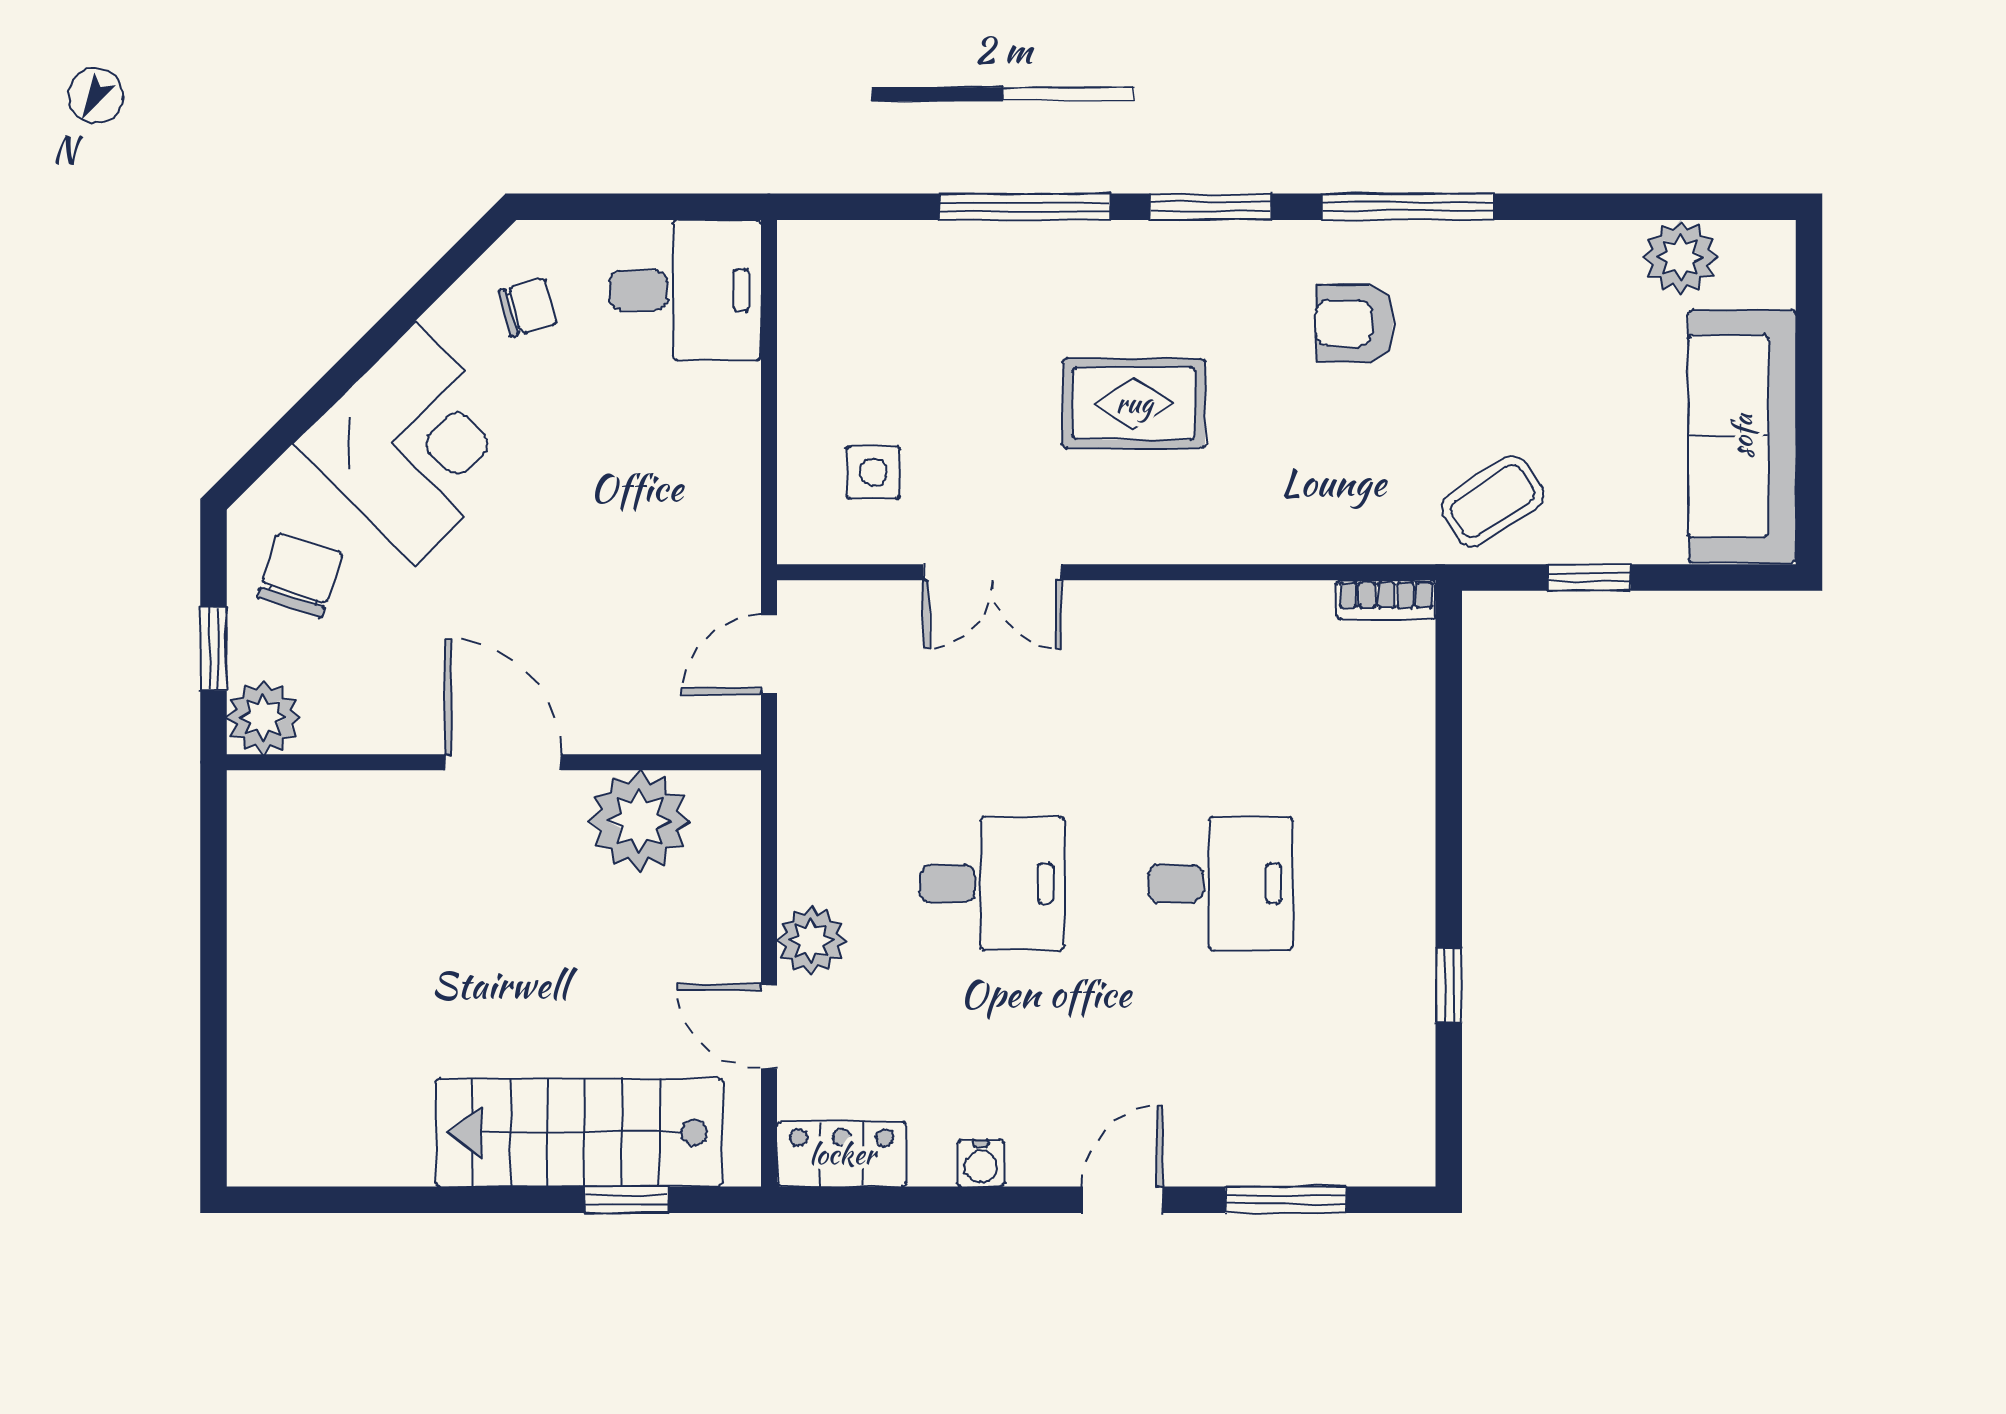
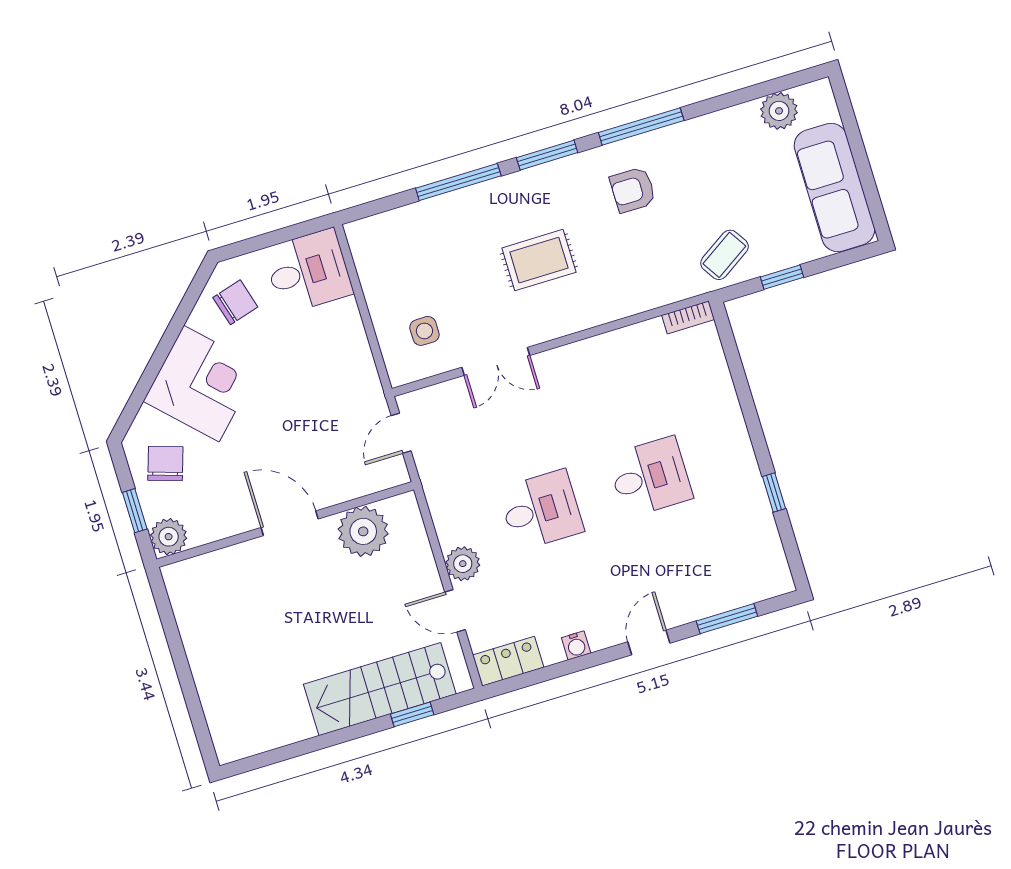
chair: (528, 307) -> (235, 302), width x1.37, depth x1.37

